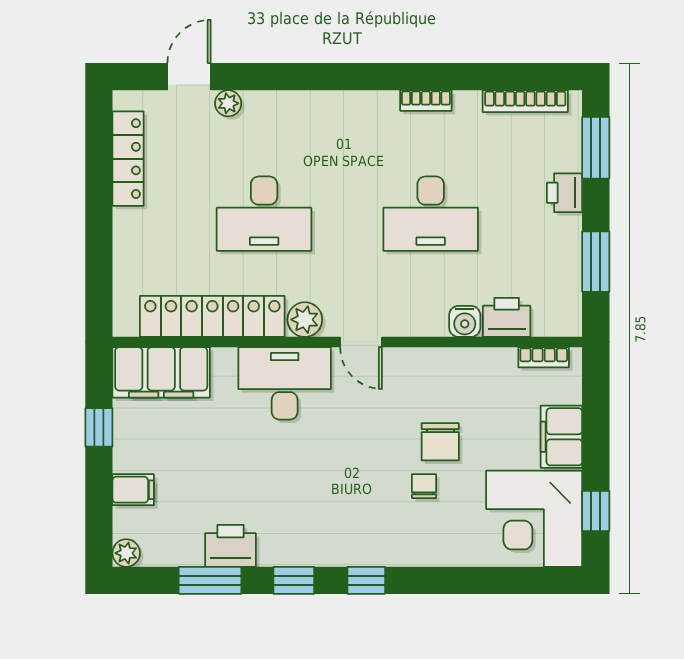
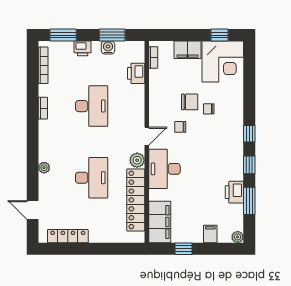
plant: (228, 103) -> (44, 168), moved
water cooler: (465, 321) -> (108, 48), moved, turned -90
chair: (382, 420) -> (180, 127), added

